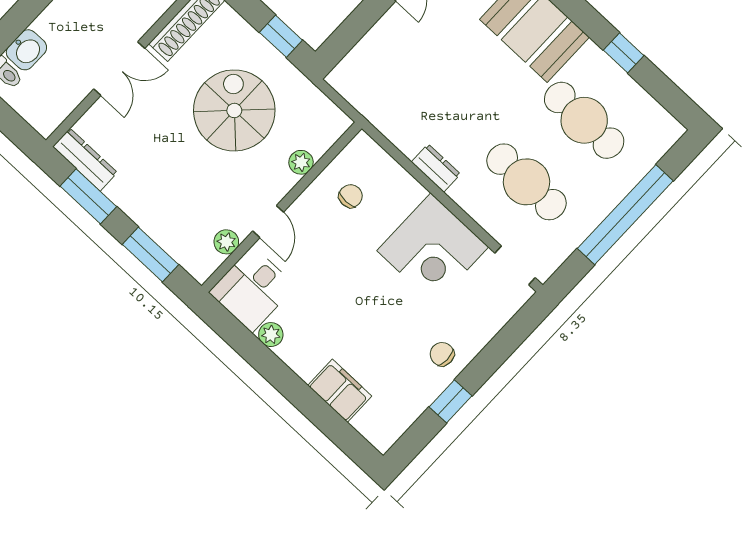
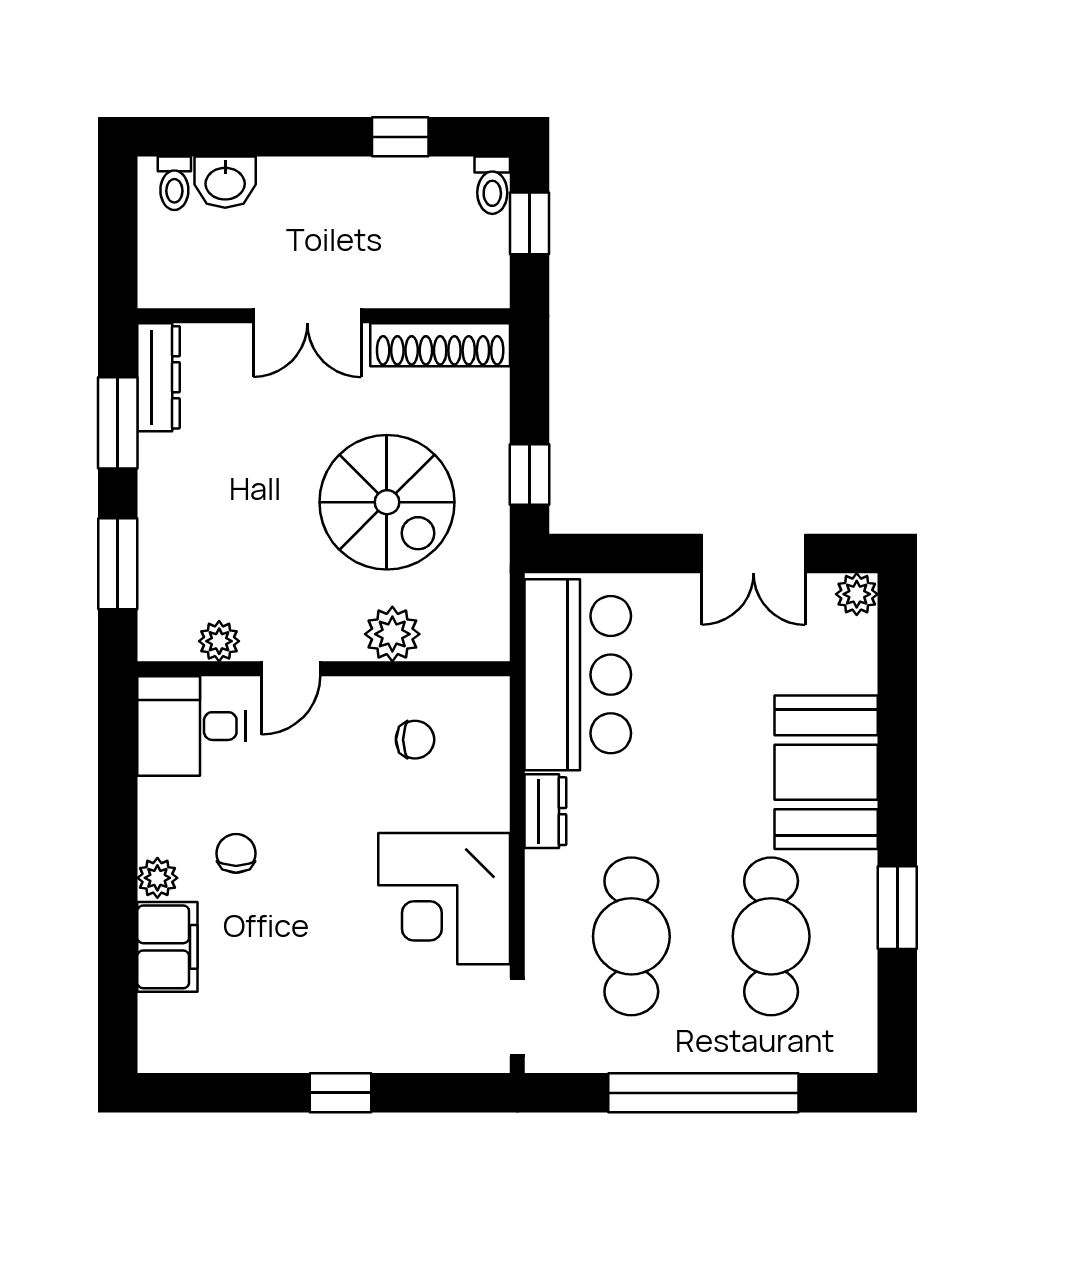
window: (624, 53) -> (897, 908), width x1.50
bar counter: (389, 97) -> (578, 675), added
spiral stairs: (234, 110) -> (387, 502), turned 90
plant: (301, 162) -> (392, 634), width x1.38, depth x1.38
plant: (271, 335) -> (157, 878), moved
chair: (442, 354) -> (236, 853), moved
window: (451, 401) -> (341, 1093), moved

